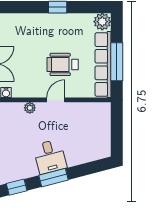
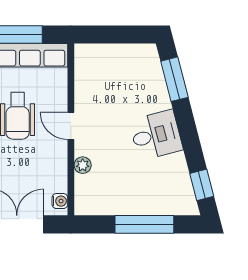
window: (53, 178) -> (174, 79), moved

